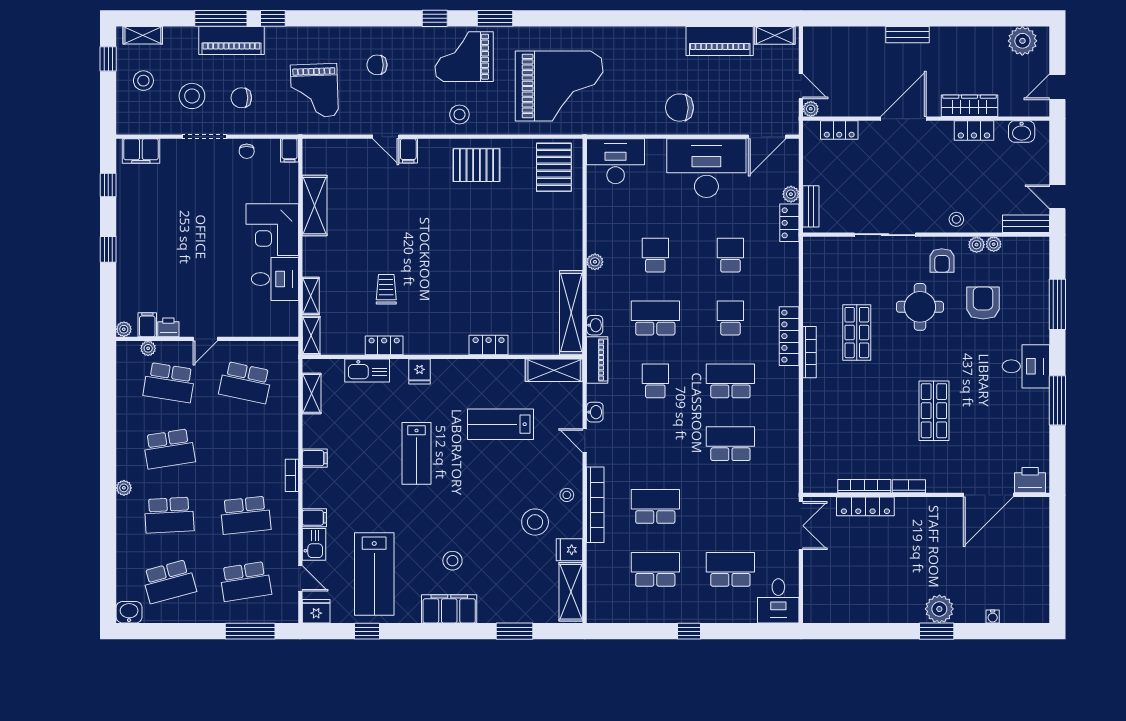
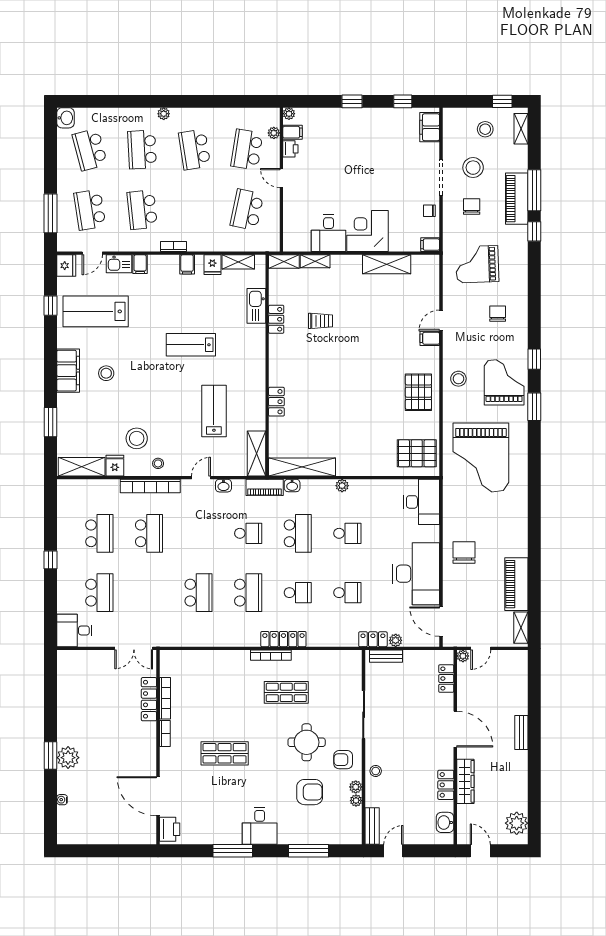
fridge: (420, 371) -> (212, 265), moved, turned -90

